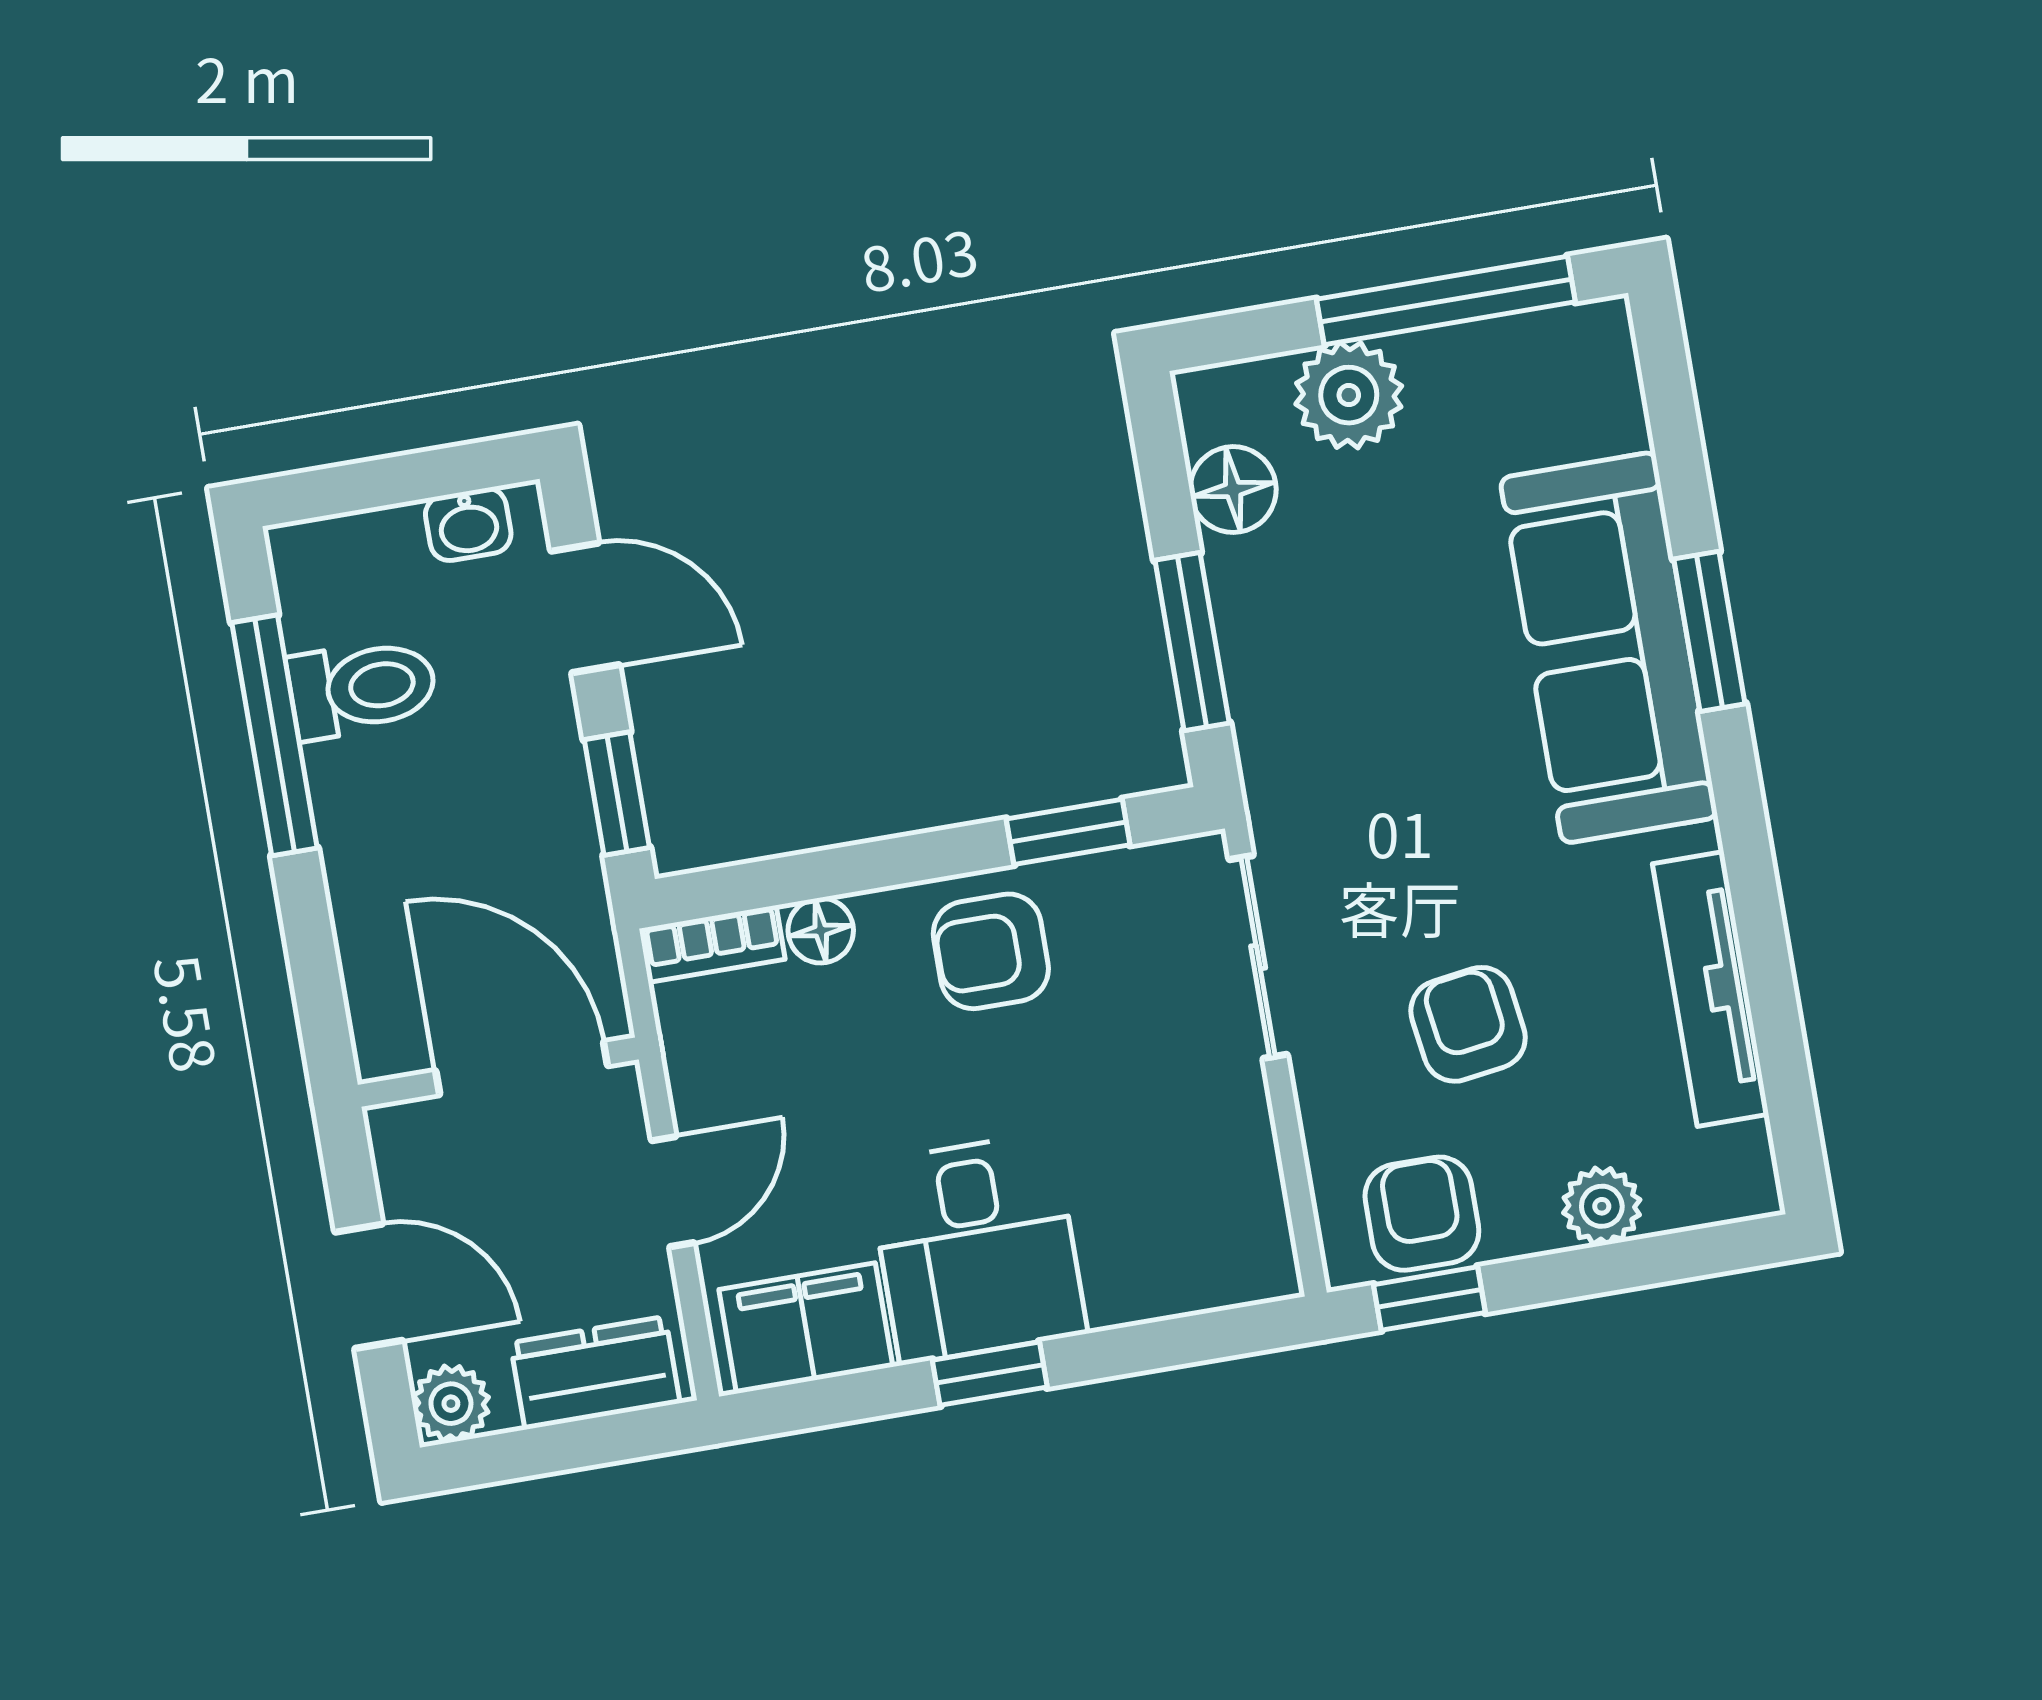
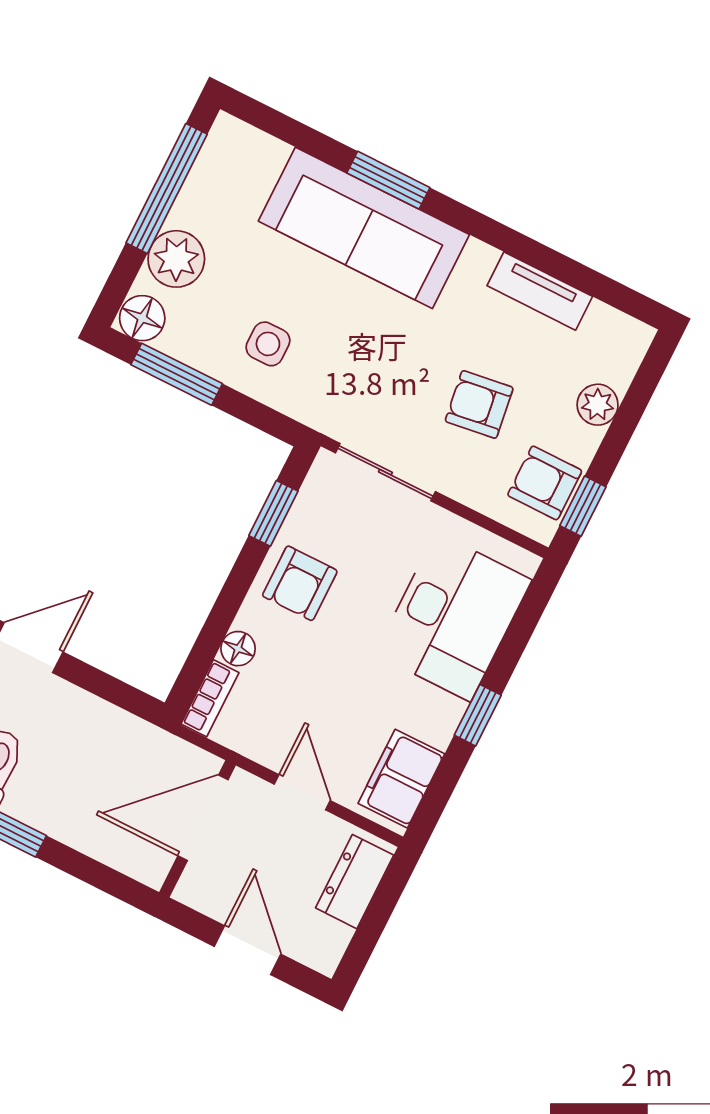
floor lamp: (1233, 490) -> (142, 318), moved
side table: (1322, 632) -> (268, 344), added
window: (1192, 642) -> (177, 374), moved
window: (617, 794) -> (117, 692), removed
tv unit: (1711, 989) -> (540, 291), width x0.71
desk: (977, 1248) -> (453, 617), moved, width x1.37
door: (369, 1286) -> (247, 950), hinge flipped
plant: (451, 1404) -> (323, 952), removed

